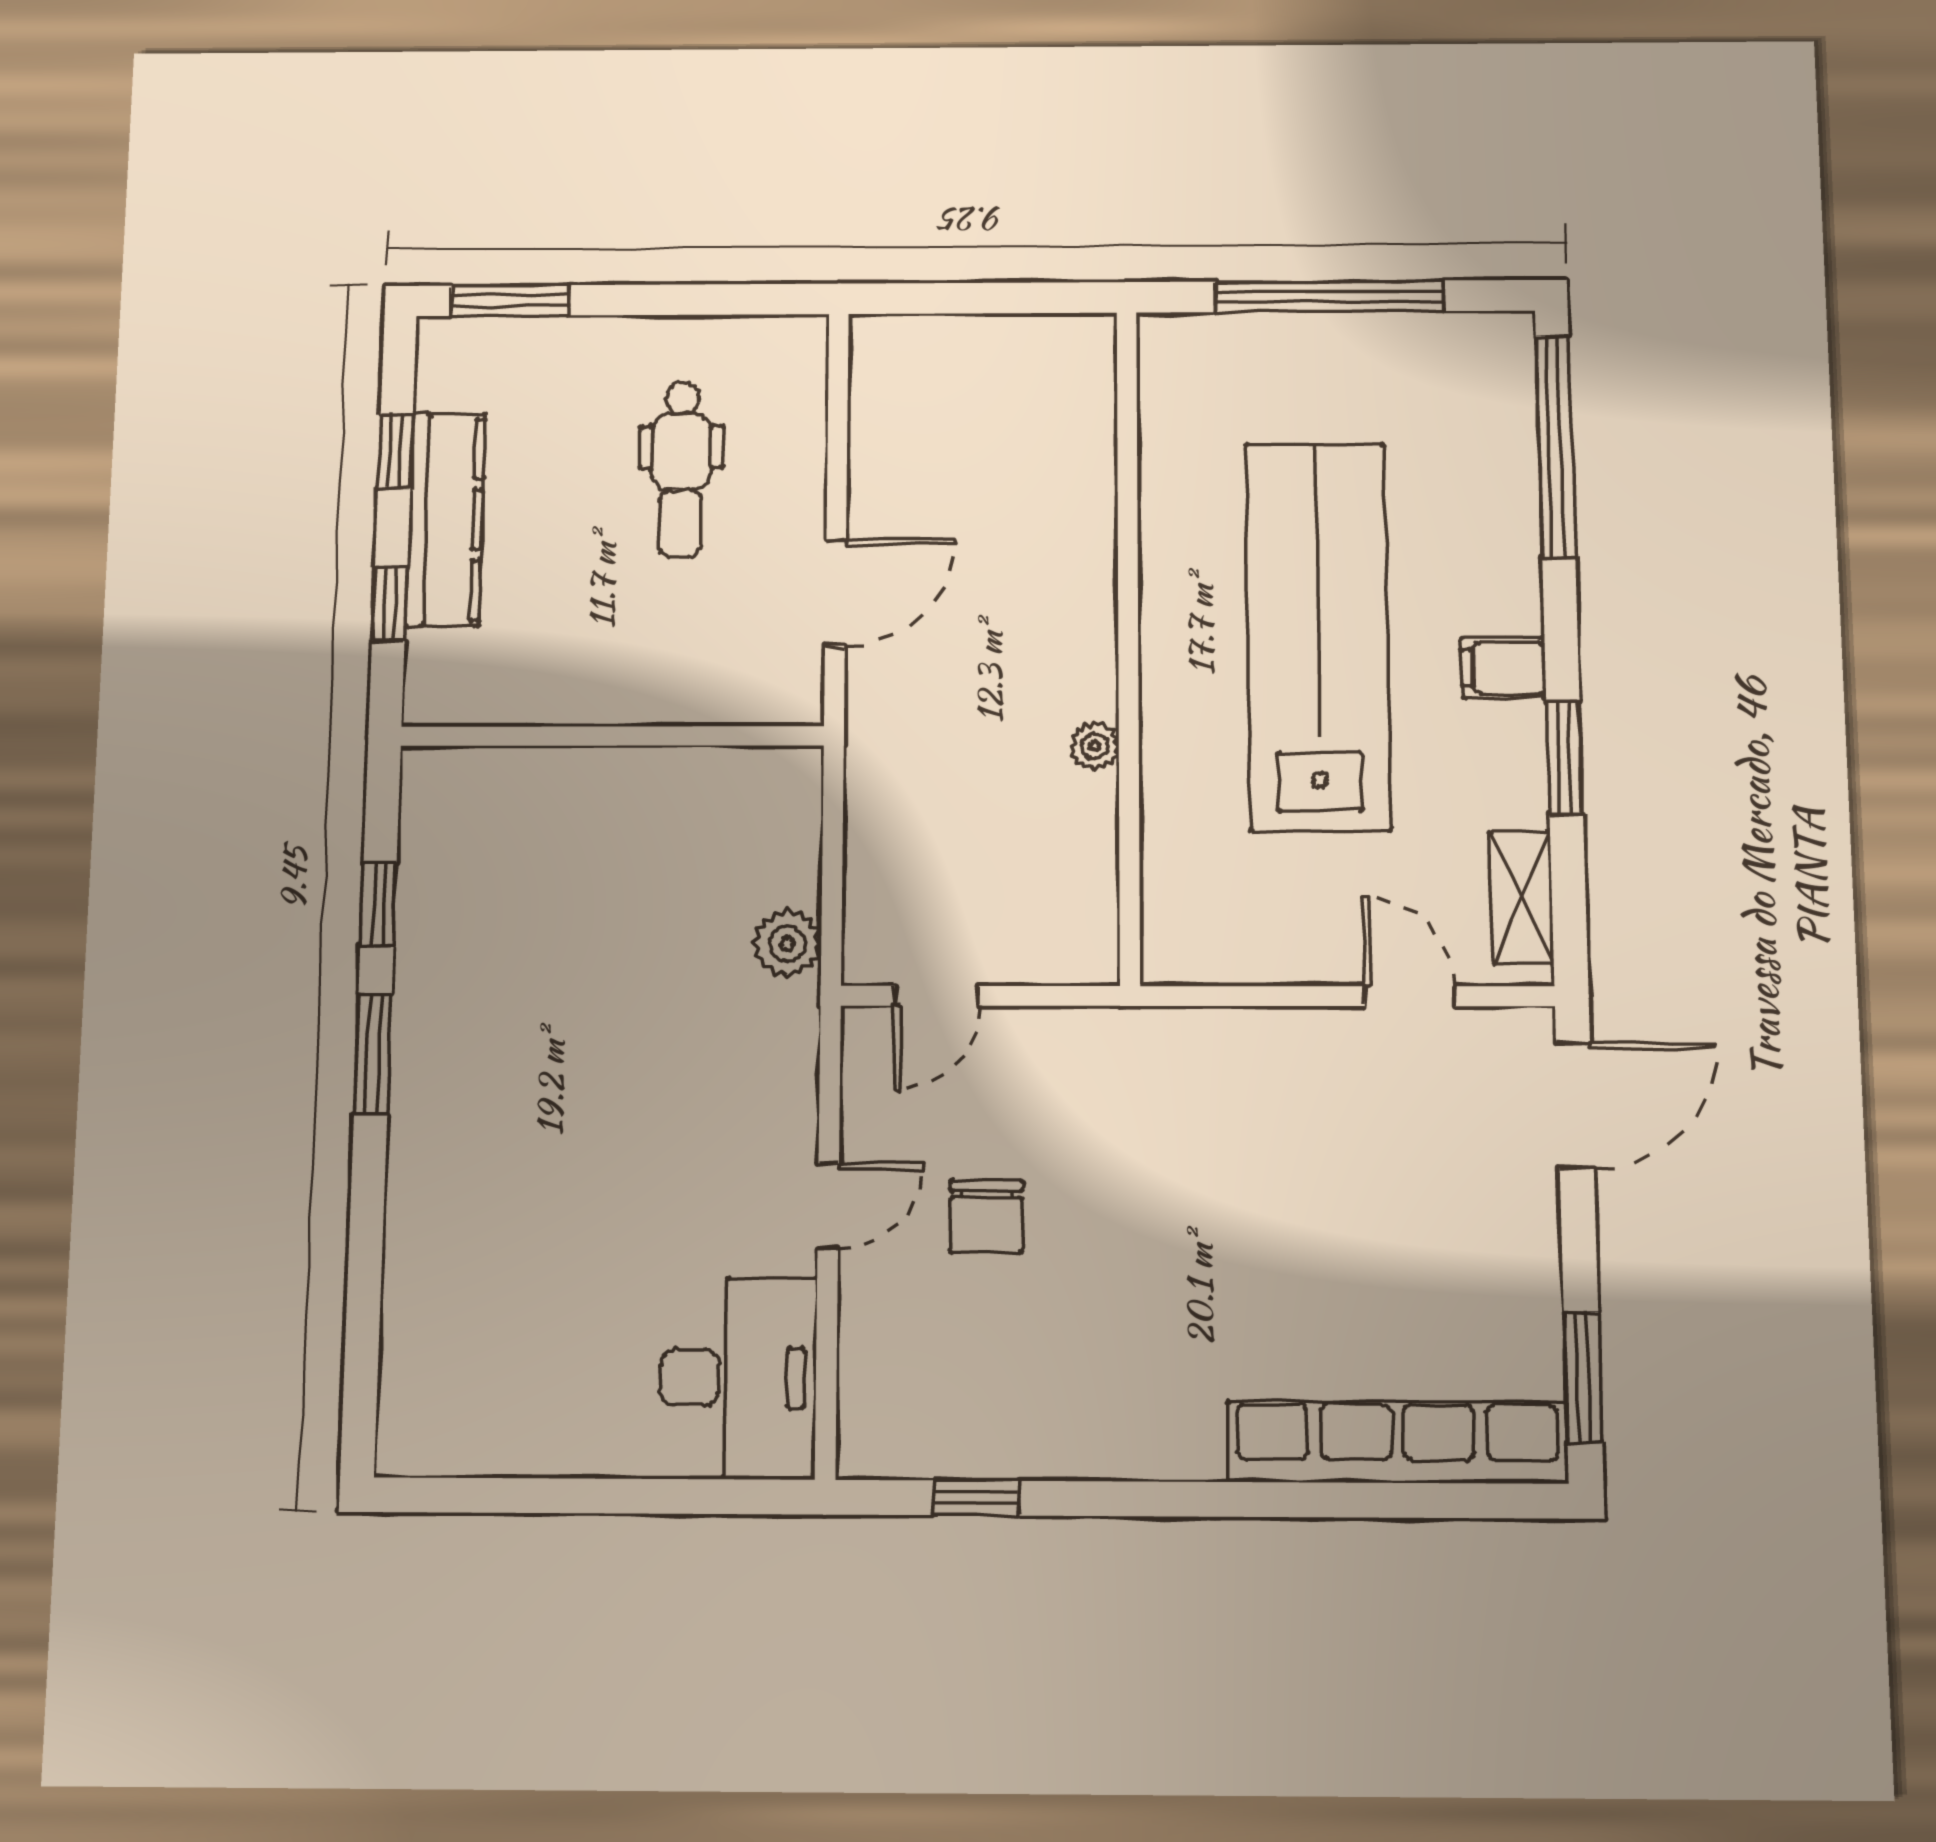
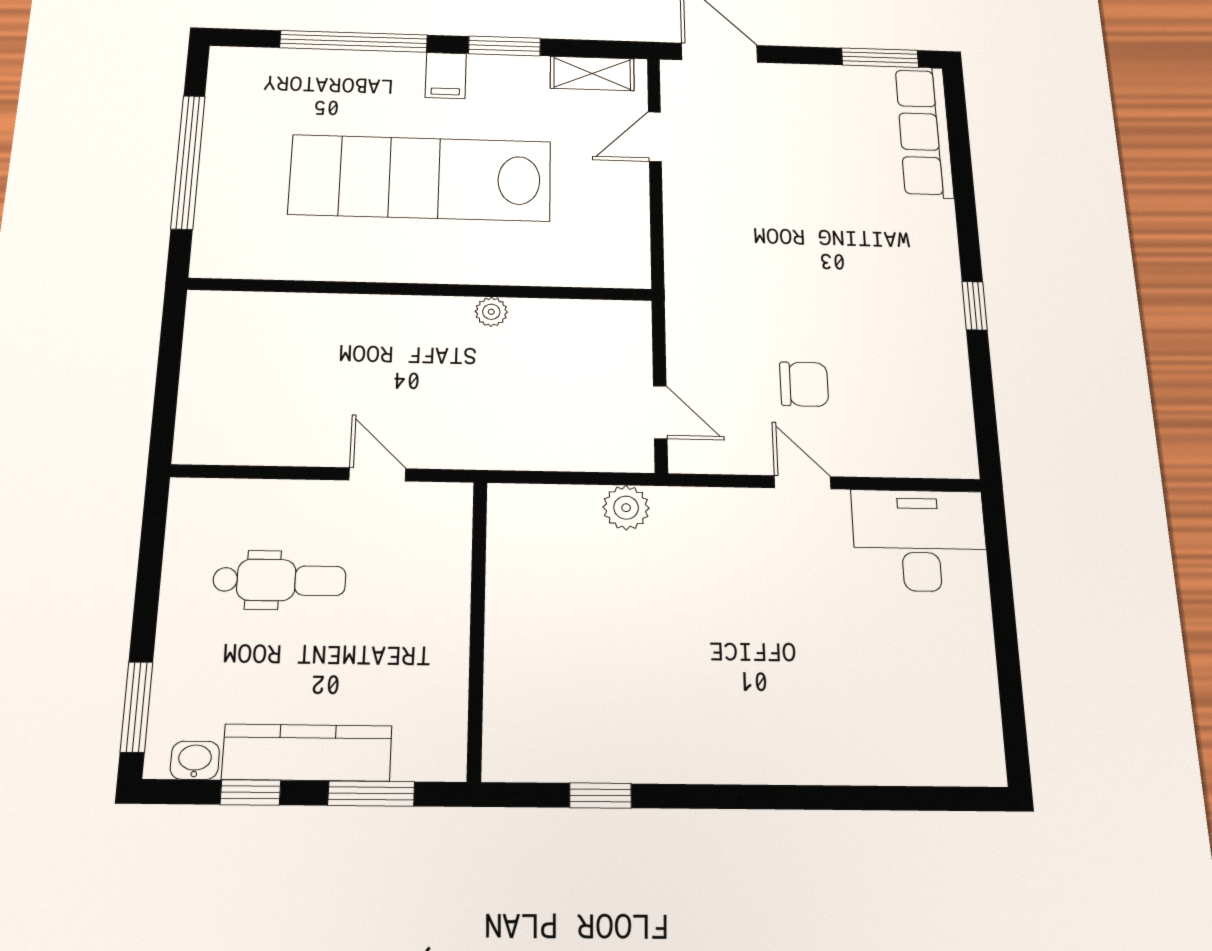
washbasin: (439, 379) -> (195, 760), added
window: (1555, 446) -> (354, 41), moved
door: (836, 592) -> (377, 474), width x0.73
window: (390, 604) -> (371, 794), width x1.50
window: (373, 1054) -> (711, 797), removed
row of seats: (1398, 1442) -> (924, 132), width x0.73
window: (976, 1498) -> (975, 306), moved

